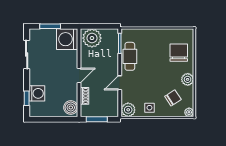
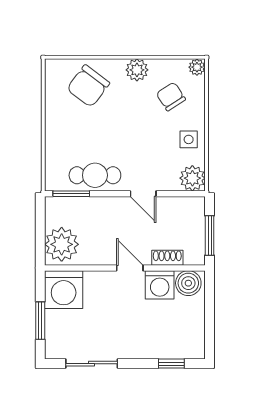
chair: (179, 53) -> (88, 86), turned -53
washing machine: (37, 93) -> (160, 285), moved, turned 180

